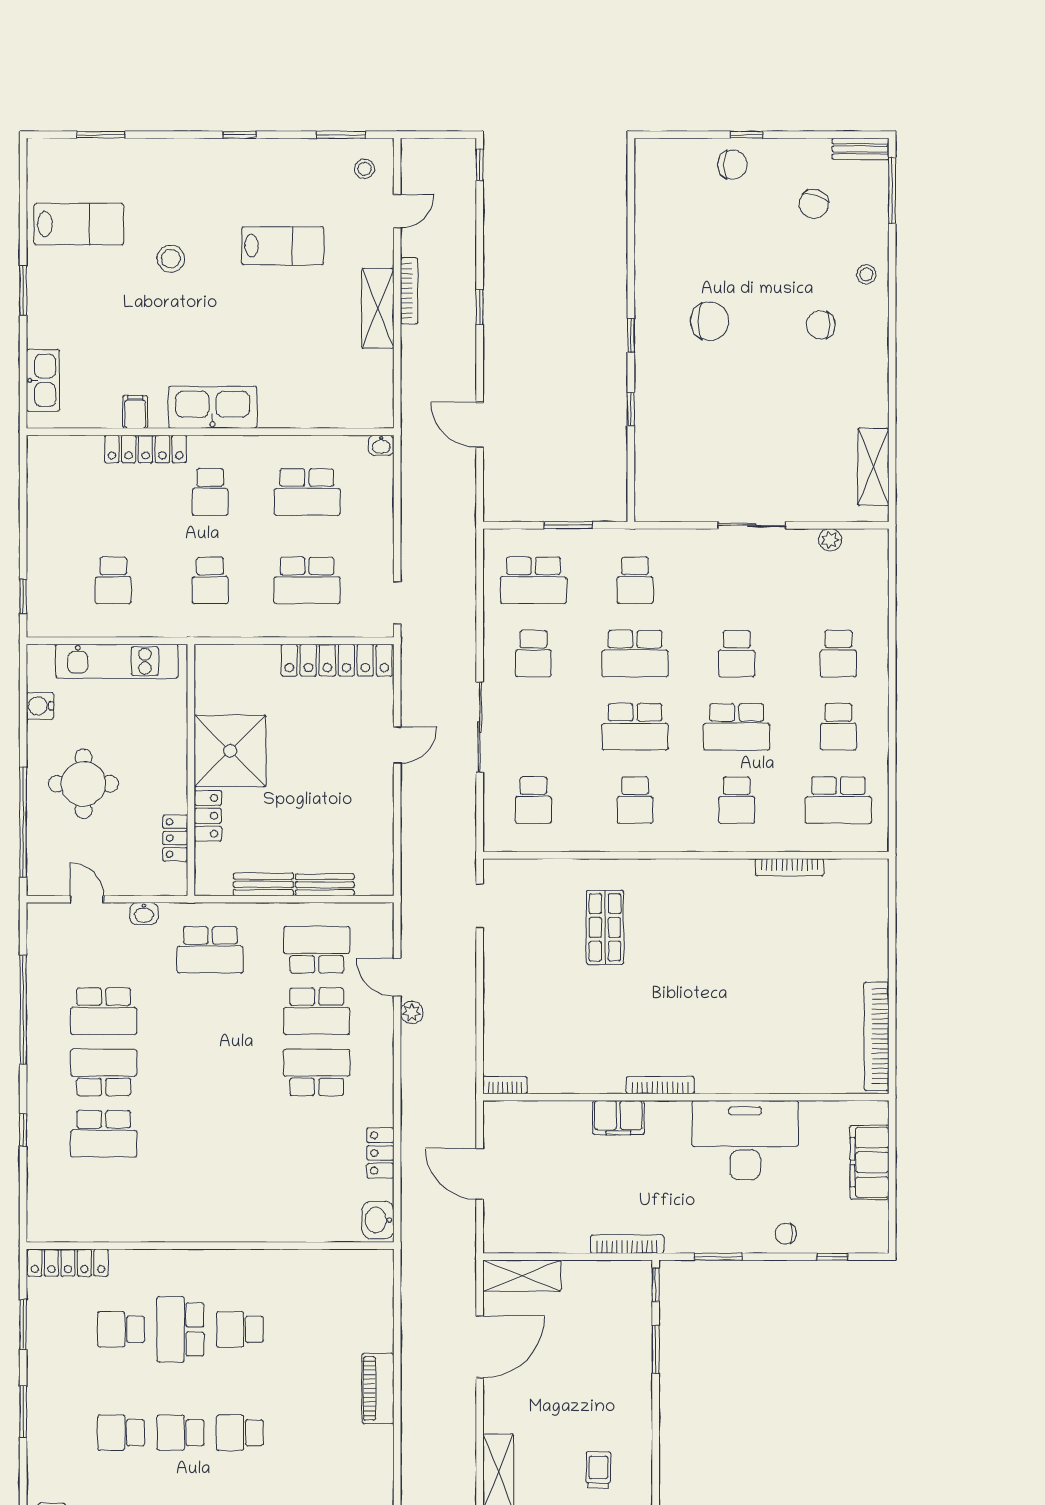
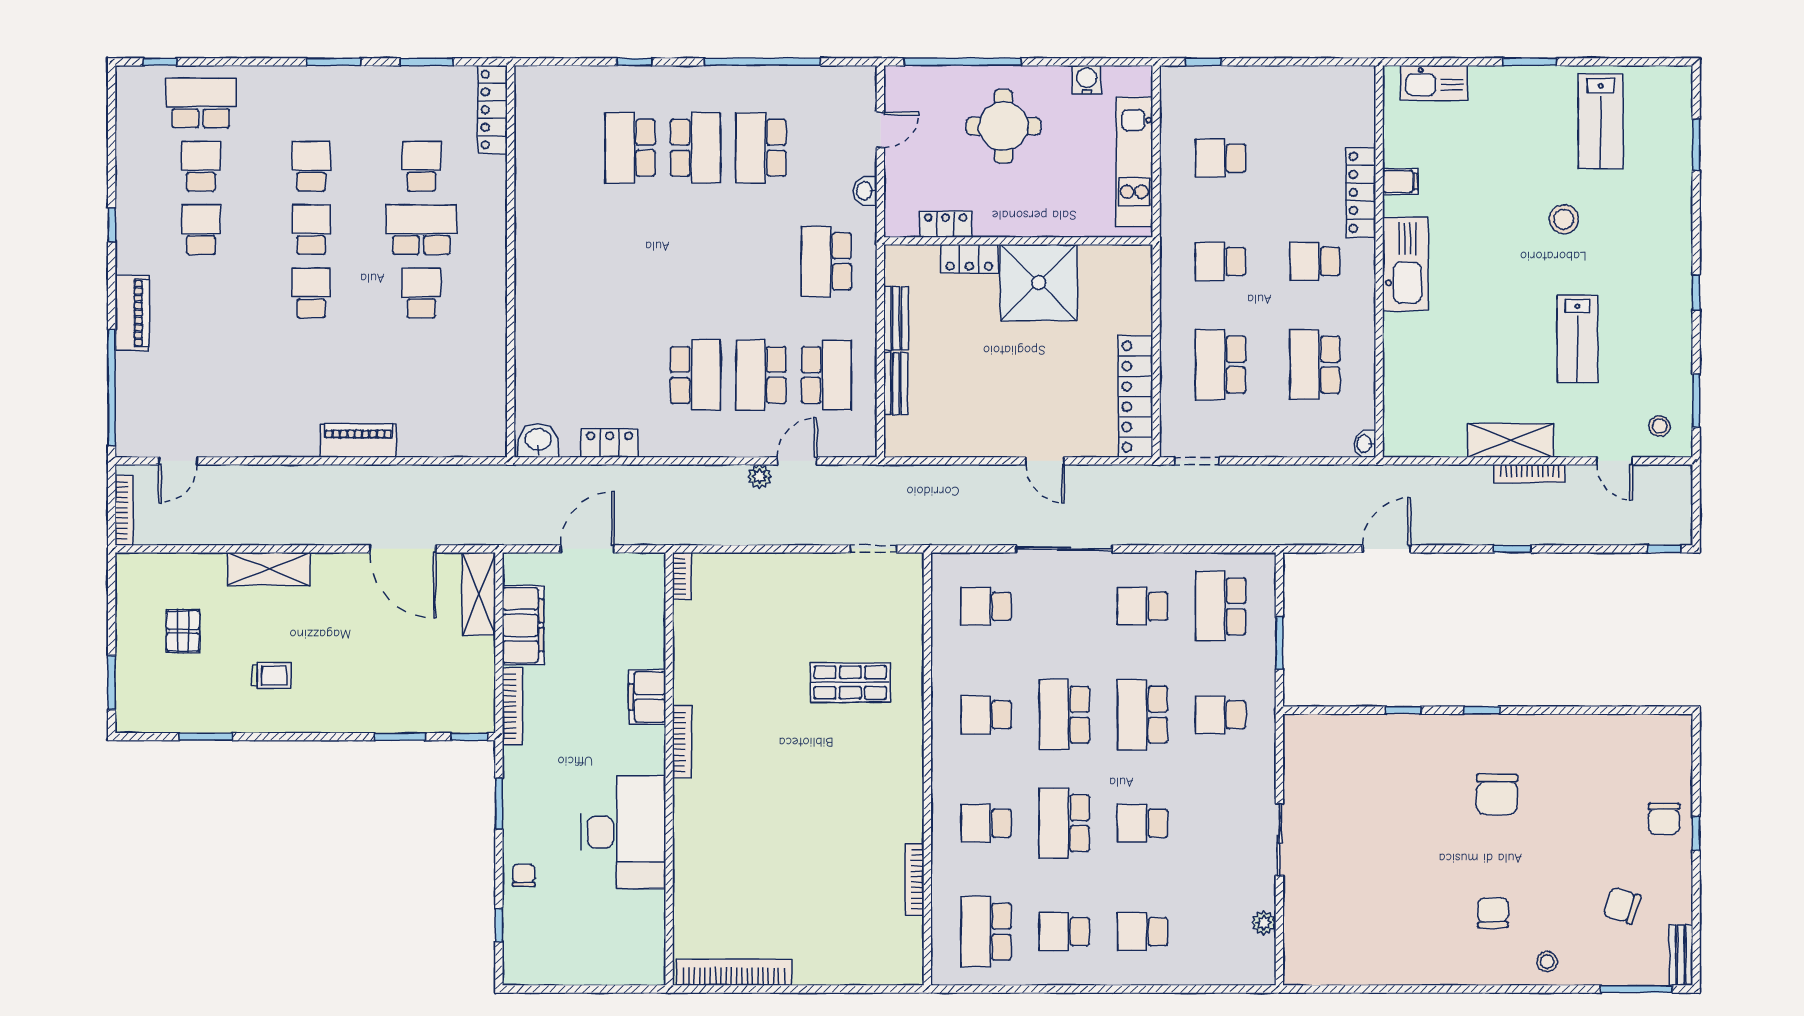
shelving: (873, 467) -> (1342, 969), removed
filing cabinet: (869, 1162) -> (523, 625), moved, turned 90

